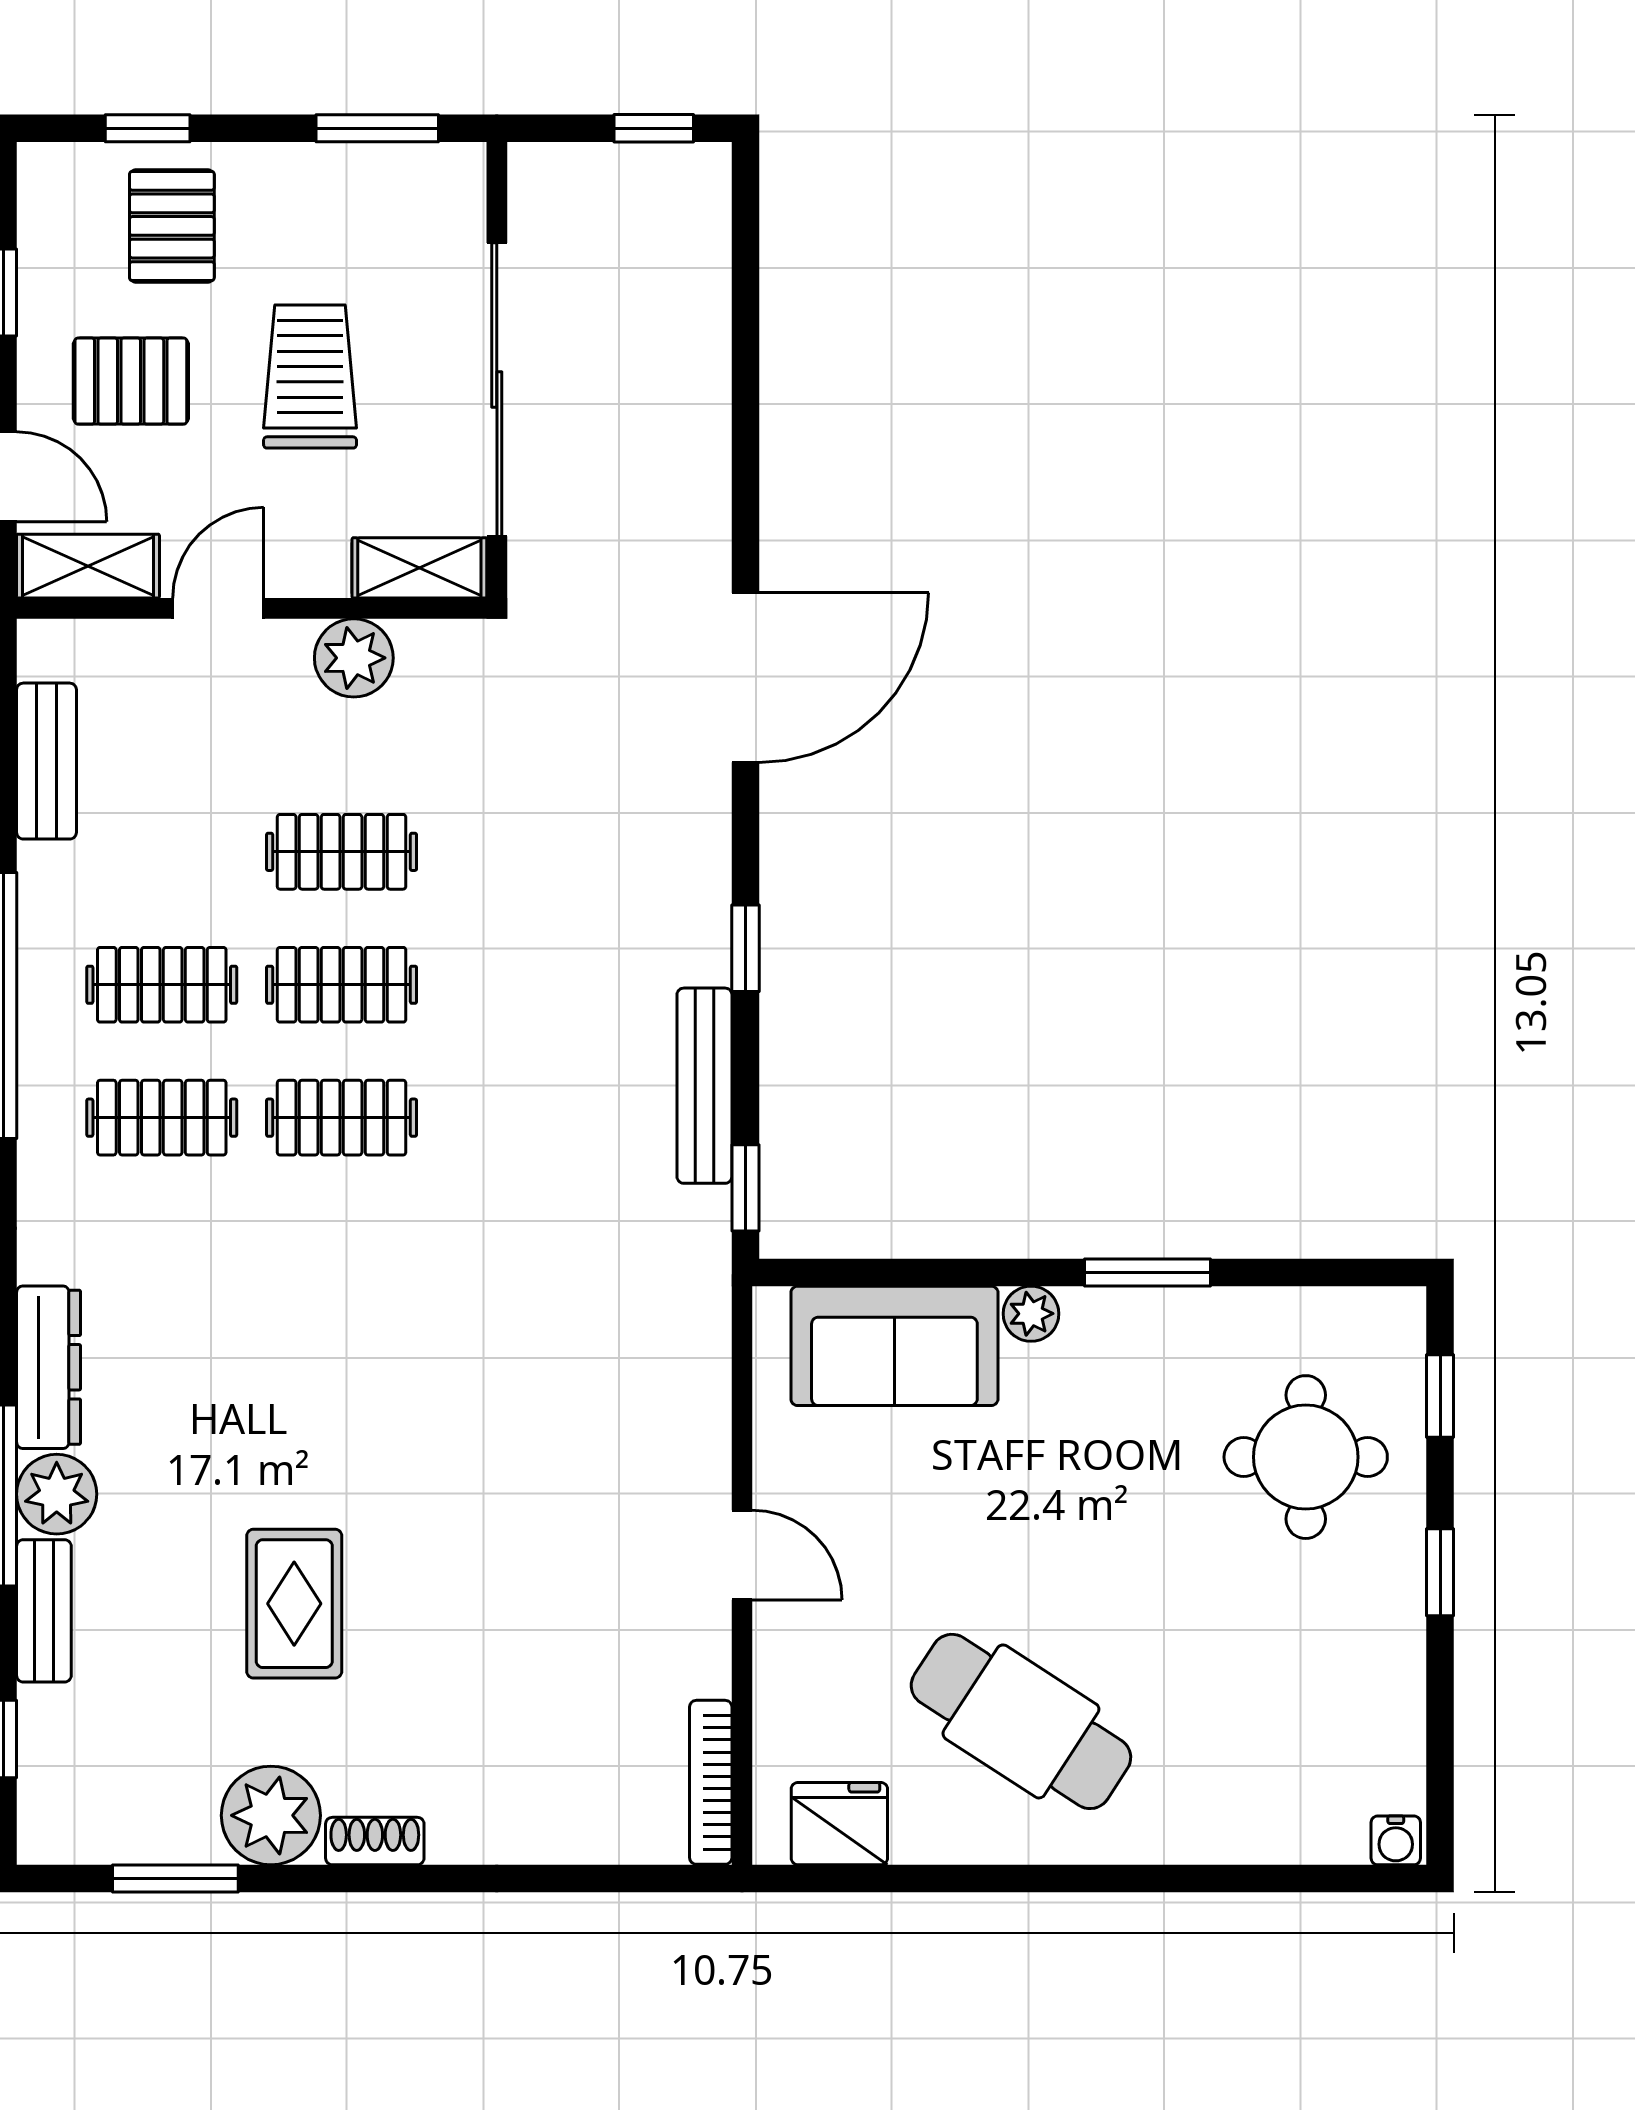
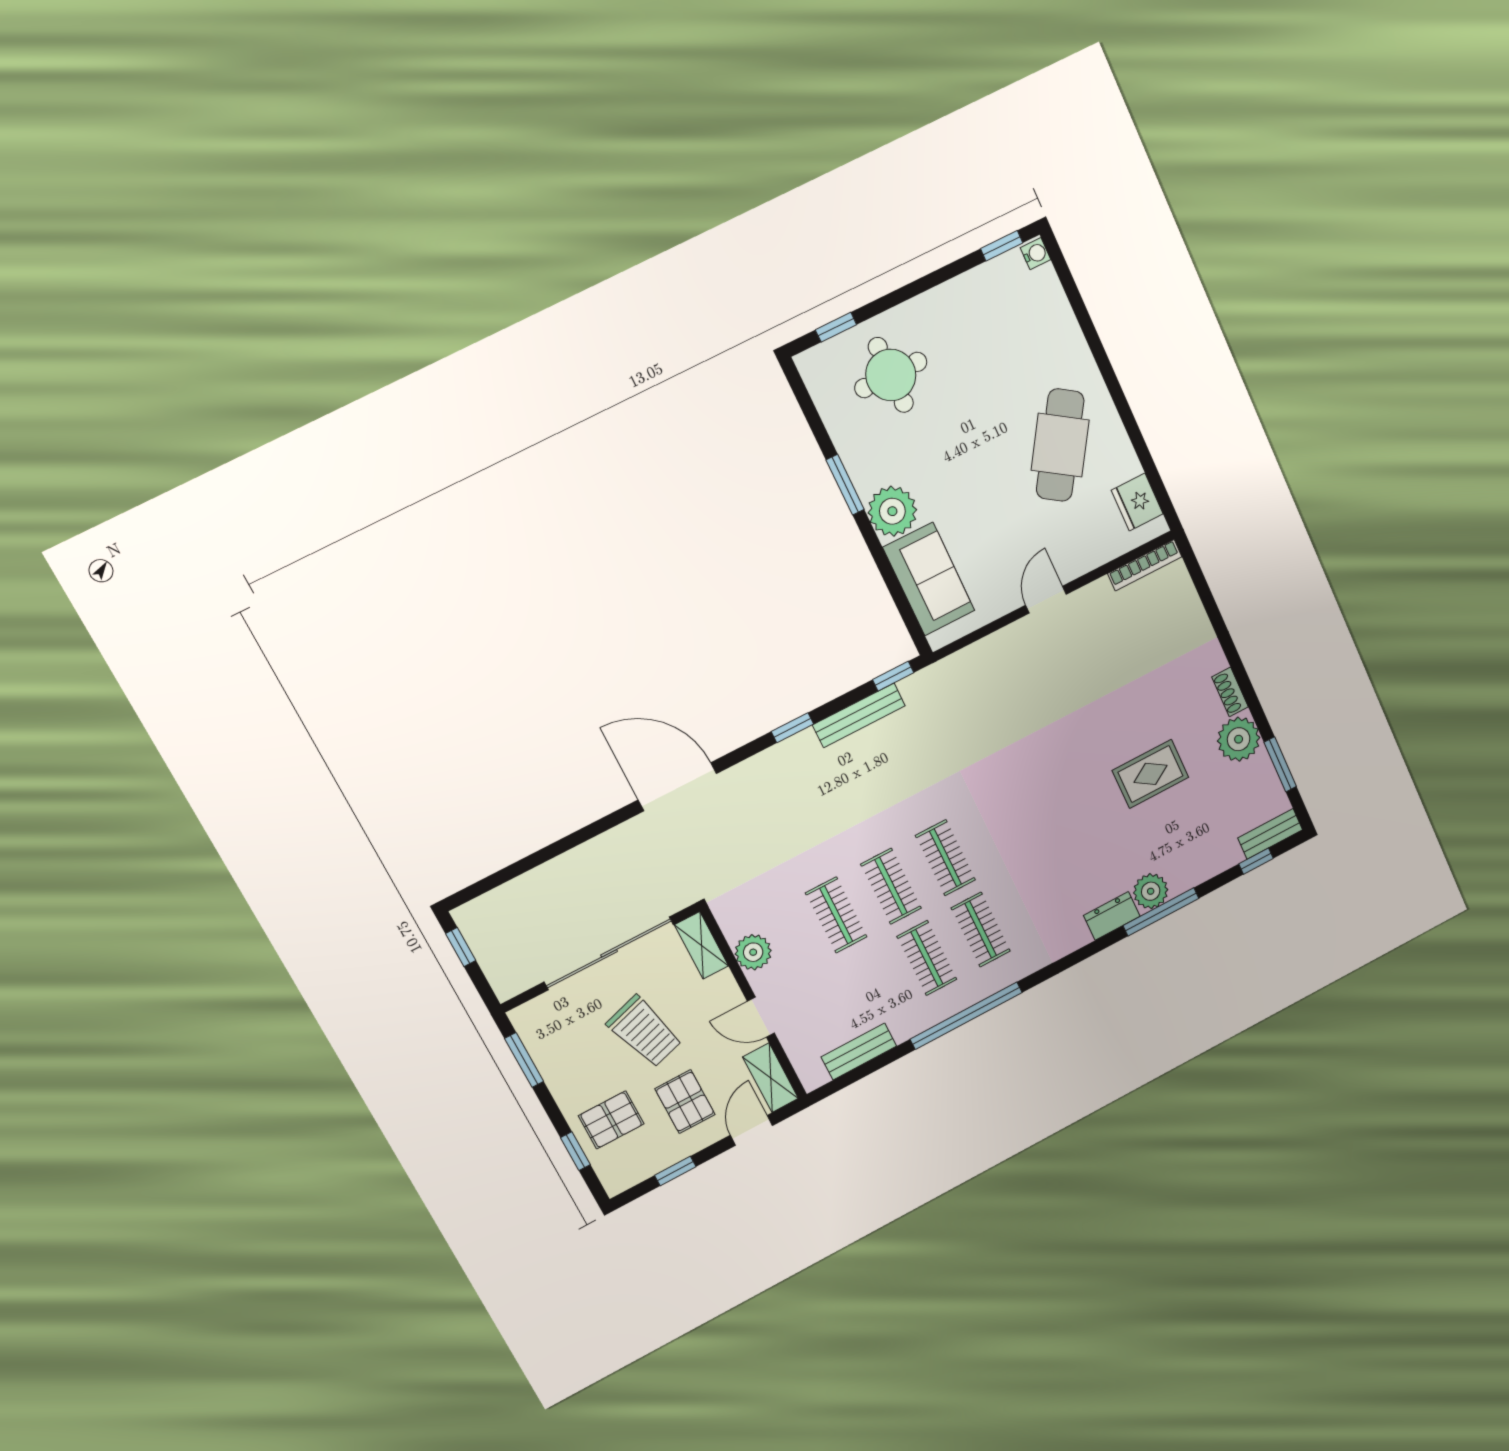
trolley: (310, 377) -> (645, 1032), turned -107
plant: (1031, 1314) -> (892, 511), width x1.87, depth x1.87
dresser: (49, 1367) -> (1112, 916), width x0.70
window: (1440, 1572) -> (1002, 246), moved
bench: (44, 1611) -> (1270, 834), moved

